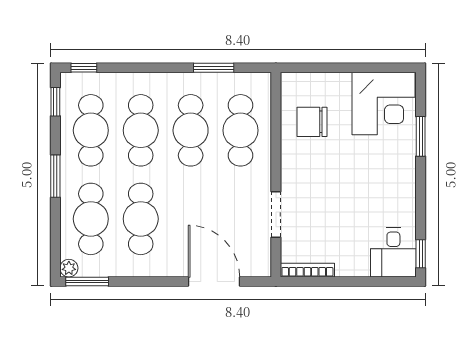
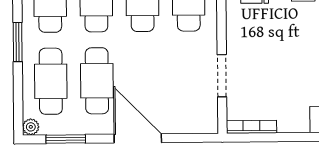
window: (87, 282) -> (66, 139), moved
door: (214, 282) -> (138, 138), moved

